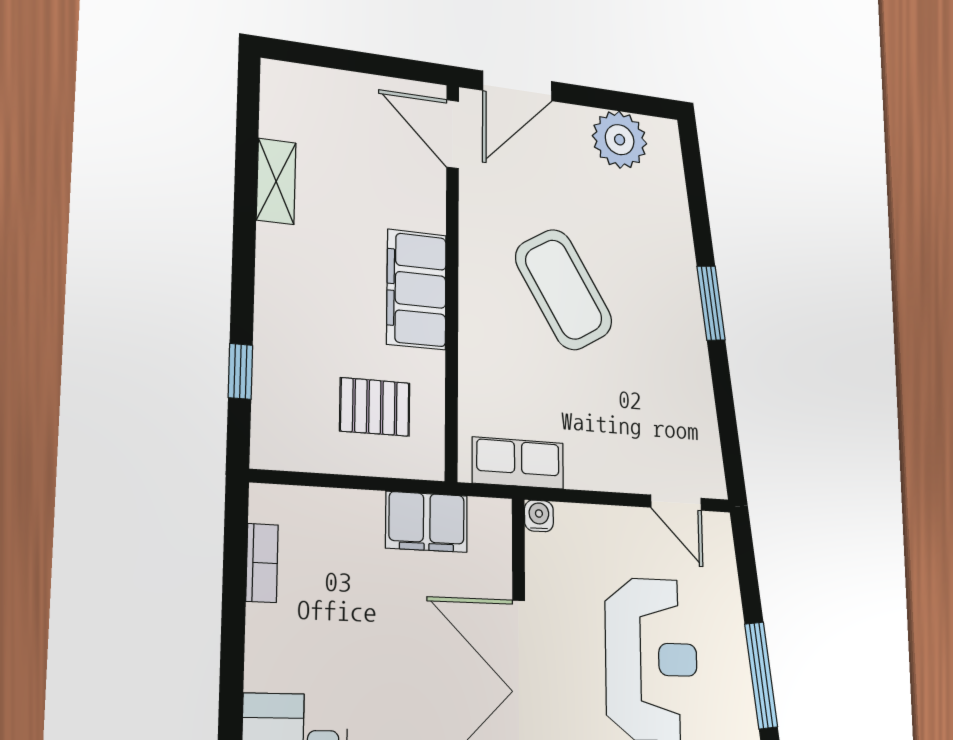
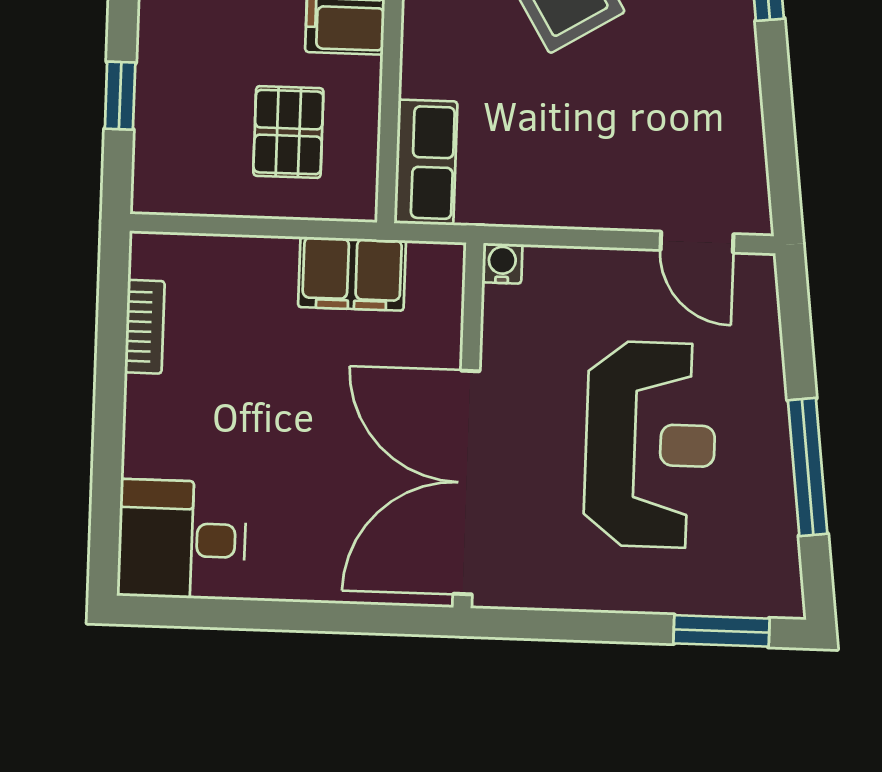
pallet: (375, 407) -> (288, 132), turned 90
row of seats: (518, 463) -> (426, 162), moved, turned 90

